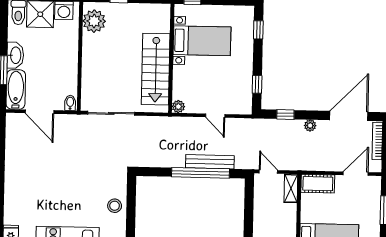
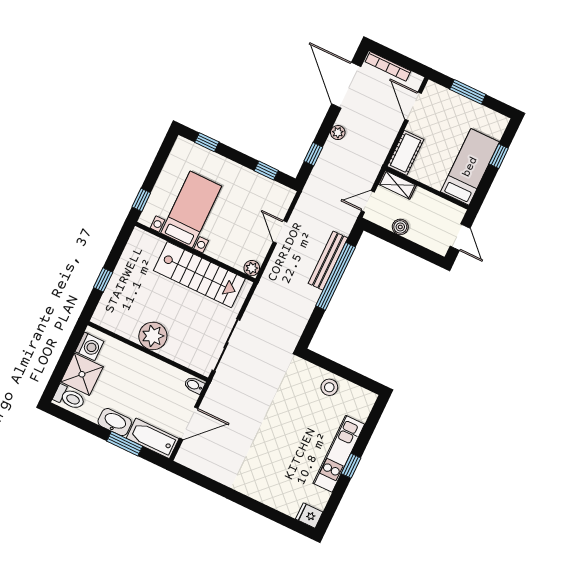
plant: (94, 21) -> (153, 336), moved
door: (215, 116) -> (280, 232), swing flipped
boiler: (260, 205) -> (400, 227), added

